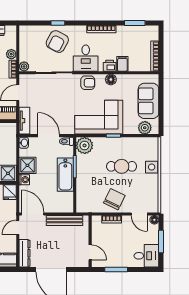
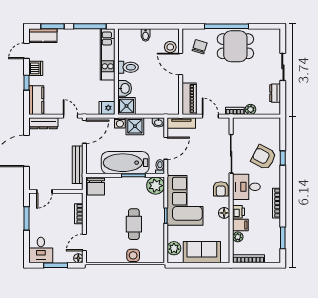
plant: (24, 66) -> (238, 237), moved
bathtub: (65, 175) -> (125, 163), width x1.36, depth x1.36
chair: (114, 199) -> (96, 187), moved, turned 64

